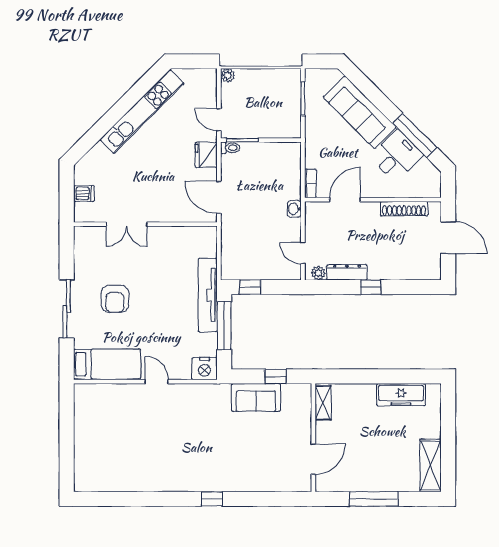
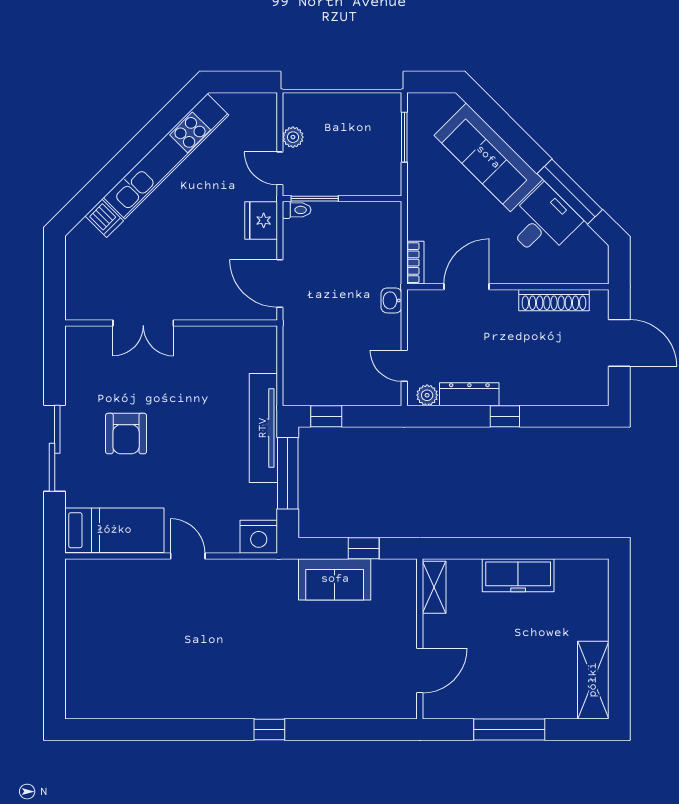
plant: (228, 75) -> (293, 137), moved
dishwasher: (84, 194) -> (104, 218), moved, turned 45
freezer: (401, 395) -> (518, 575), moved

